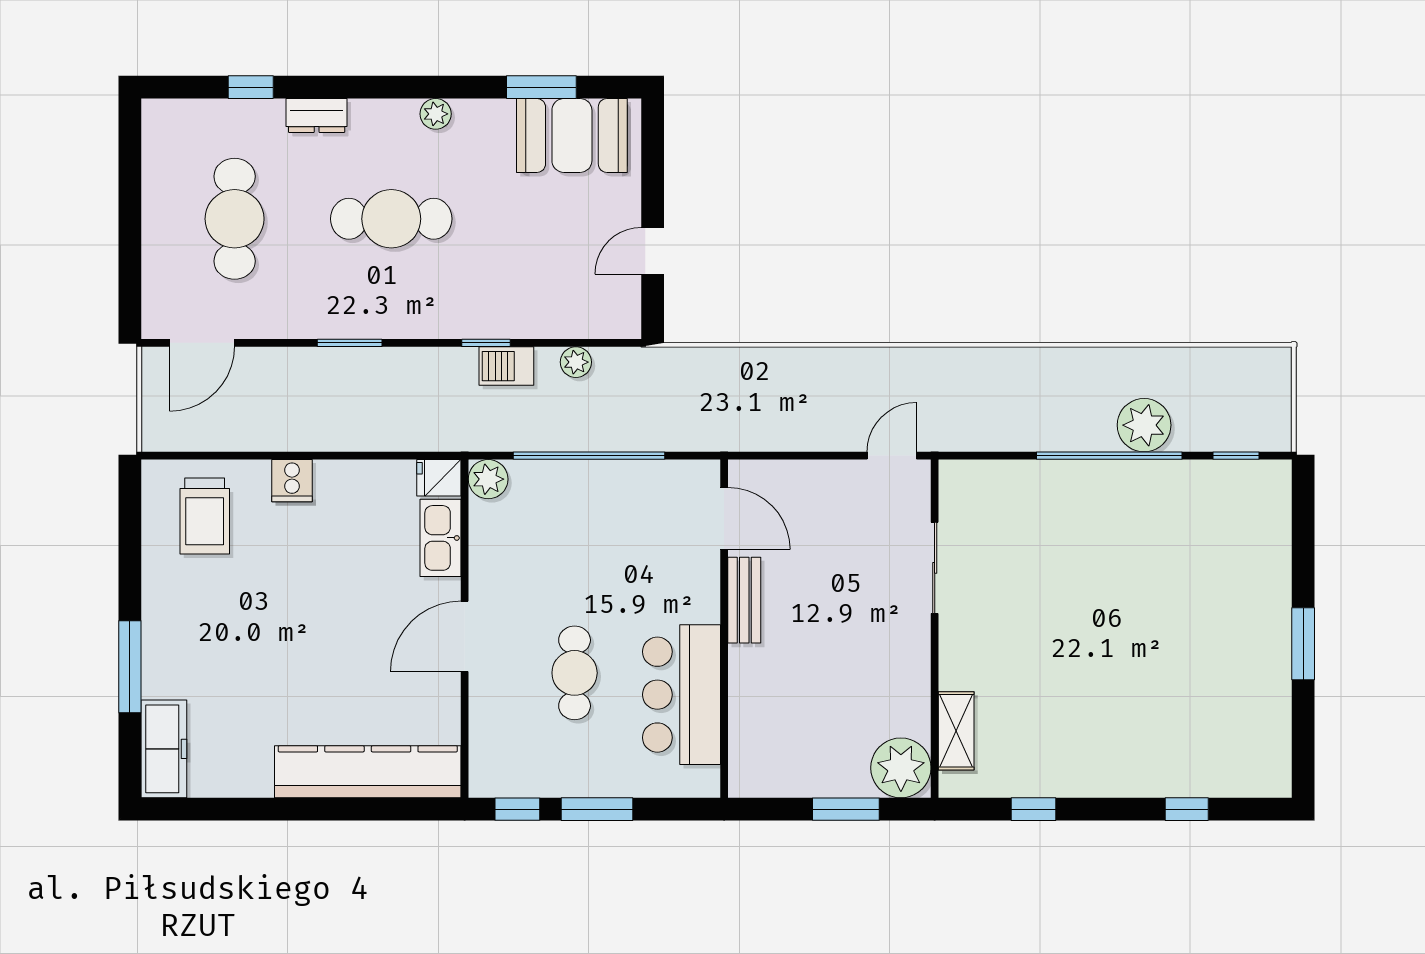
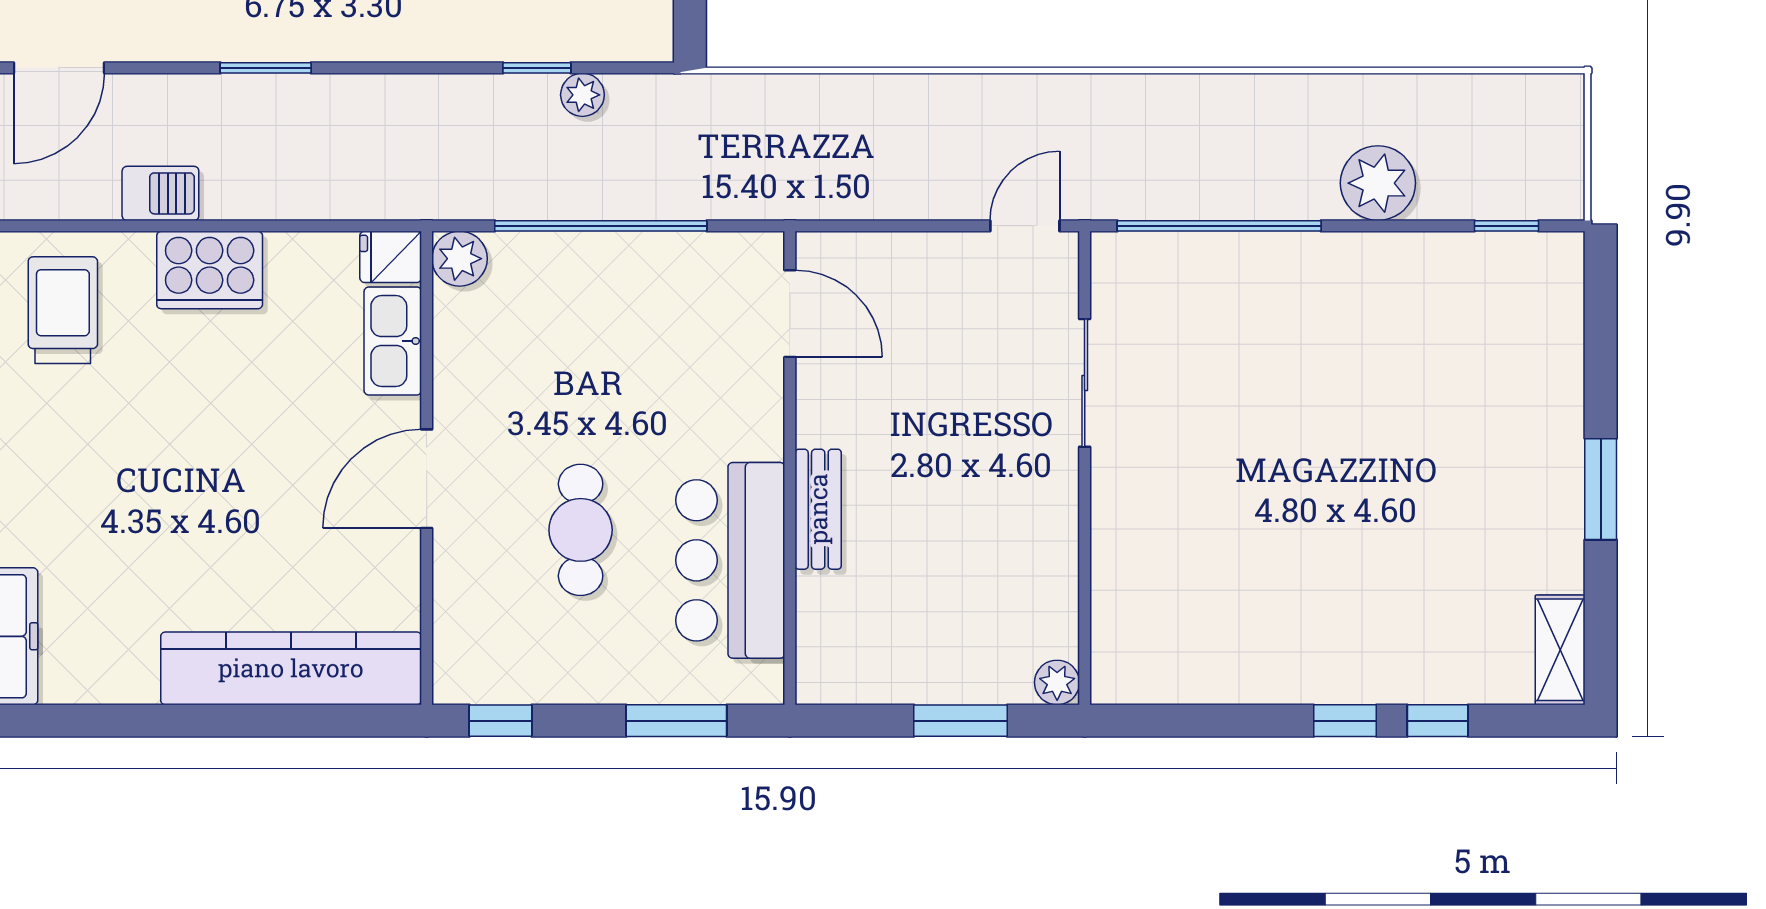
window: (486, 343) -> (537, 68), moved
barbecue: (506, 366) -> (160, 193), moved, turned 180
window: (1109, 456) -> (1219, 226), moved
cooker: (292, 481) -> (210, 270), width x1.87, depth x1.31
trolley: (205, 516) -> (63, 310), turned 180
bench: (744, 600) -> (818, 509), moved
shelving: (956, 731) -> (1560, 650), moved
plant: (901, 768) -> (1057, 682), width x0.53, depth x0.53
window: (597, 809) -> (676, 721), moved
window: (1034, 809) -> (1345, 721), moved

